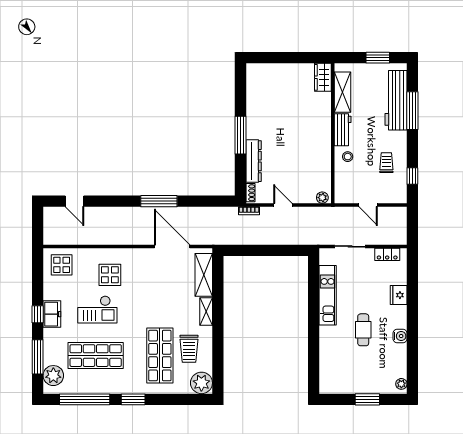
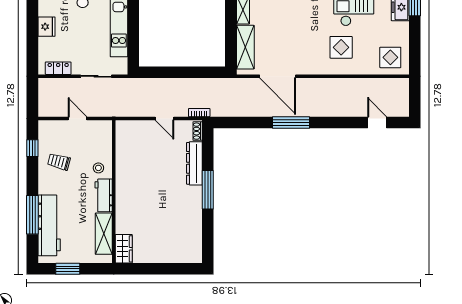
trolley: (386, 163) -> (59, 162), turned 105
plant: (322, 198) -> (124, 126), removed

